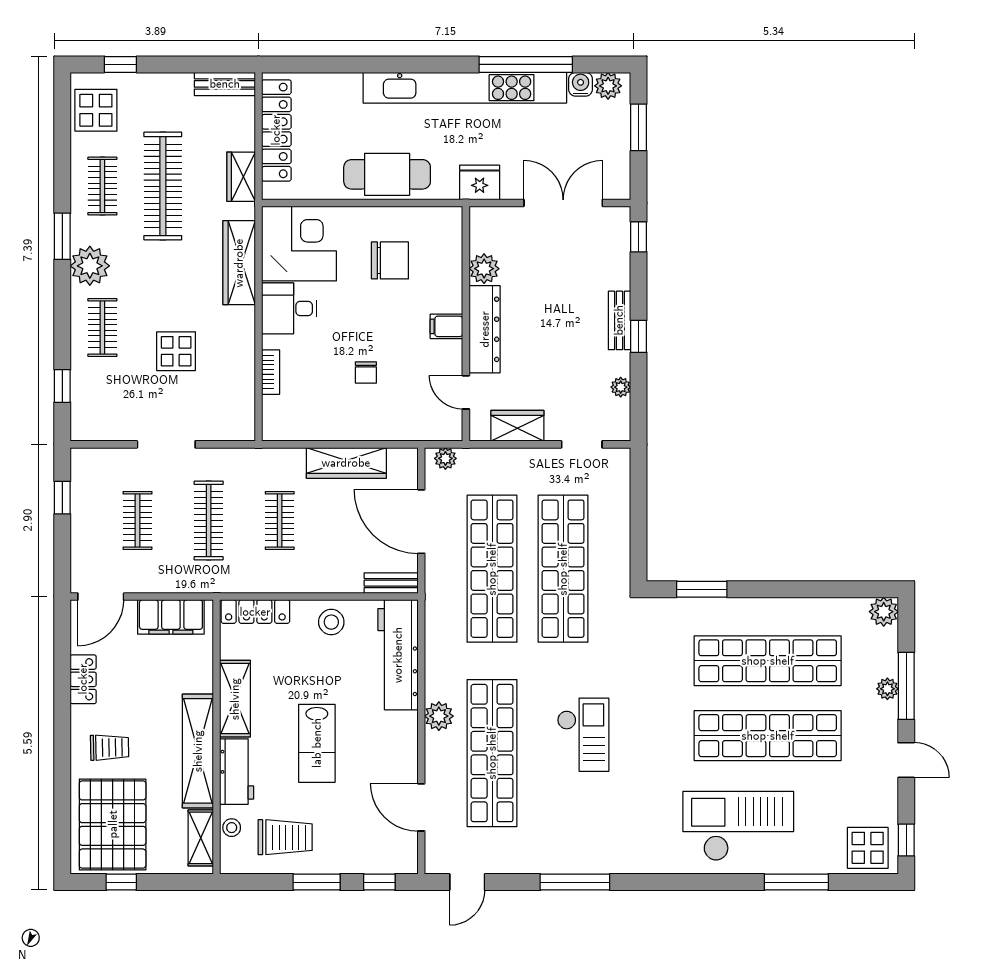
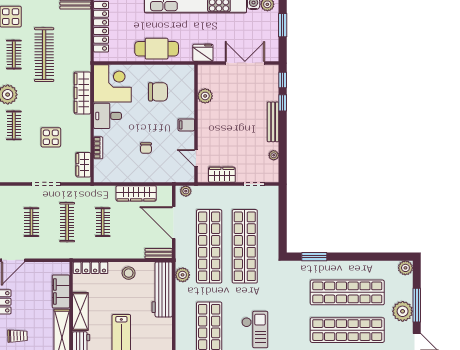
wardrobe: (241, 177) -> (83, 165), moved
bench: (619, 320) -> (273, 122), width x1.36
dresser: (485, 329) -> (205, 126), removed
window: (639, 336) -> (283, 103), moved
filing cabinet: (171, 617) -> (61, 291), moved, turned 90
plant: (887, 689) -> (403, 311), width x1.87, depth x1.87
plant: (439, 716) -> (183, 275), moved

